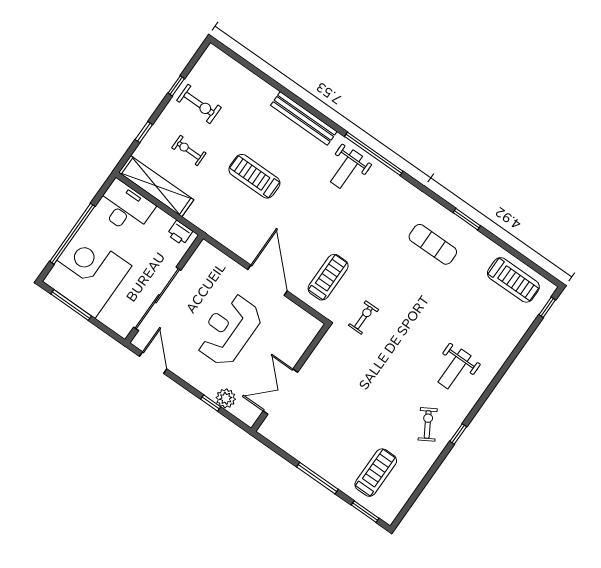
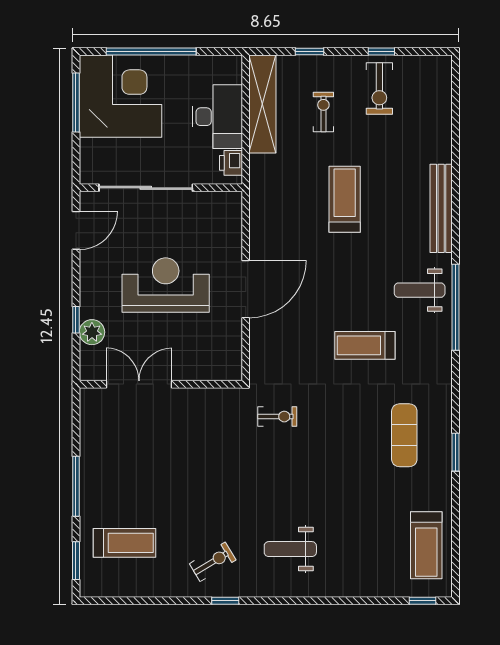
desk: (125, 207) -> (217, 117), moved
treadmill: (328, 277) -> (365, 345), moved, turned 180

